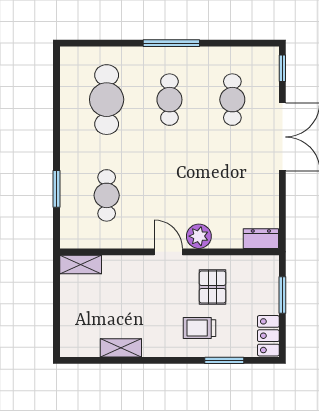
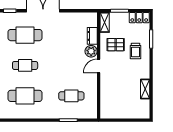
cafe table: (232, 100) -> (25, 35), width x1.37, depth x1.35
dresser: (261, 239) -> (92, 36), moved
shelving: (81, 264) -> (105, 22), moved

